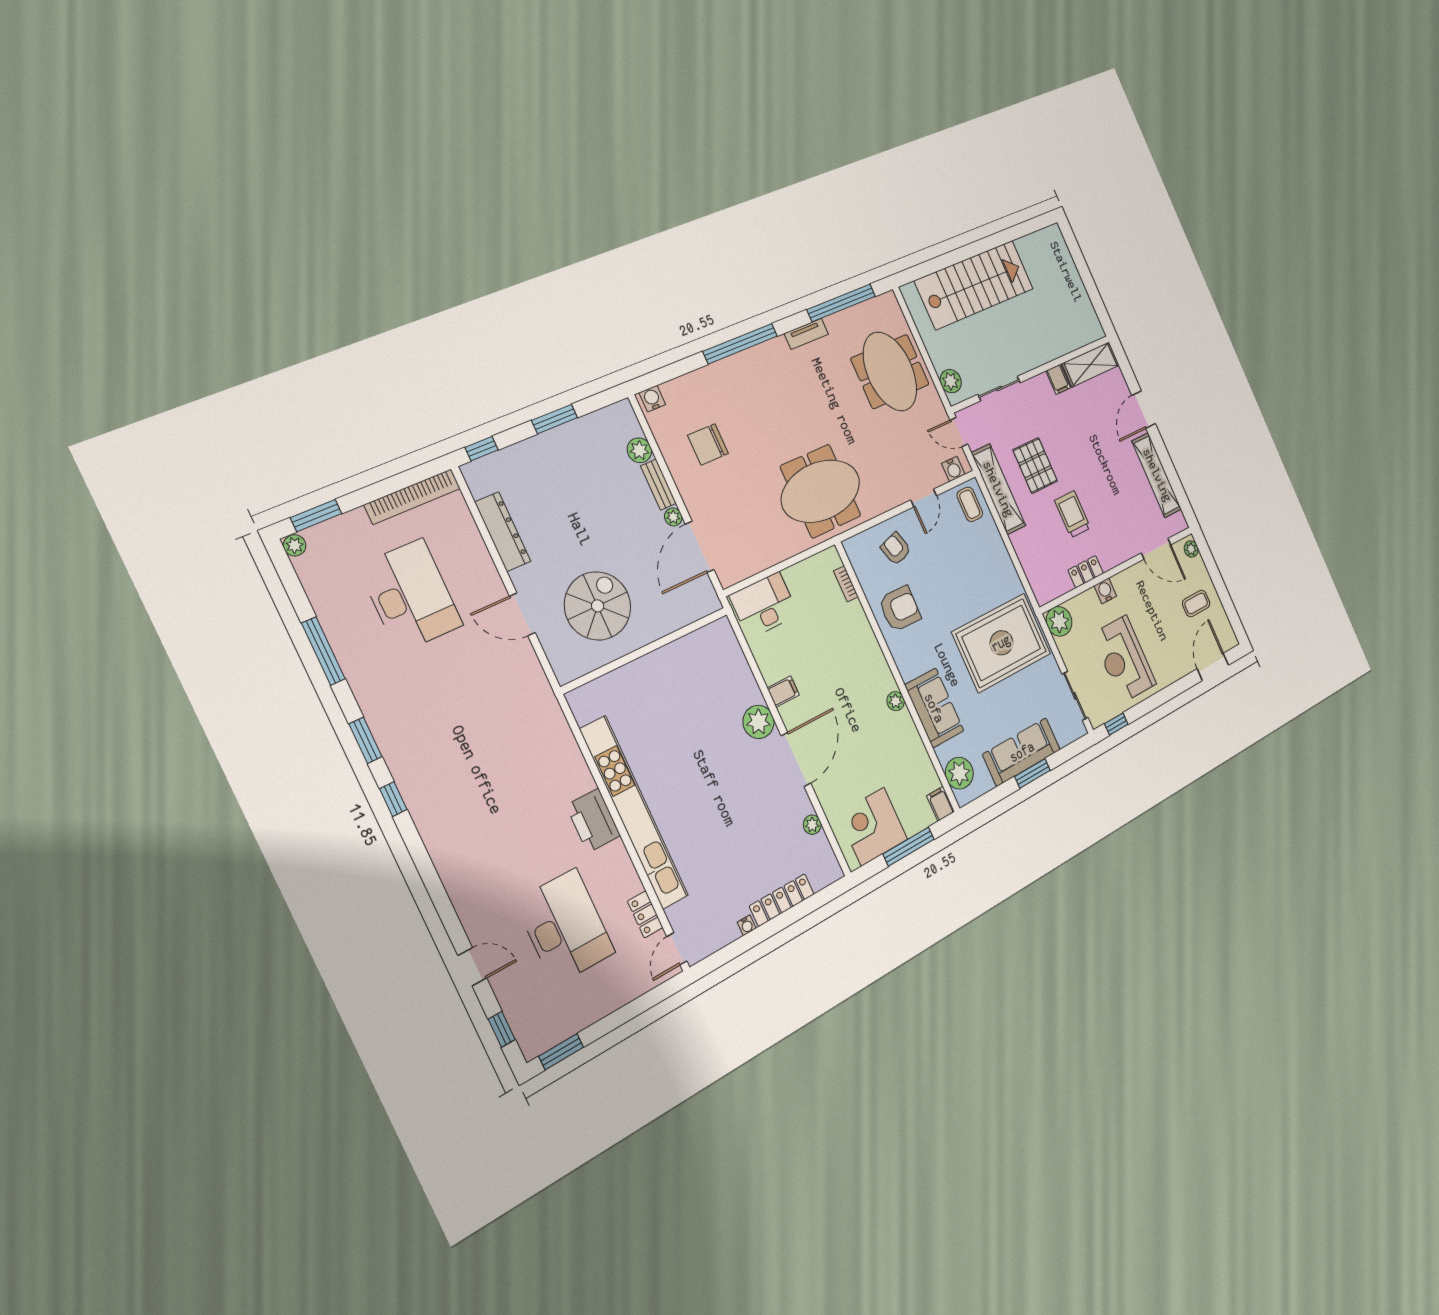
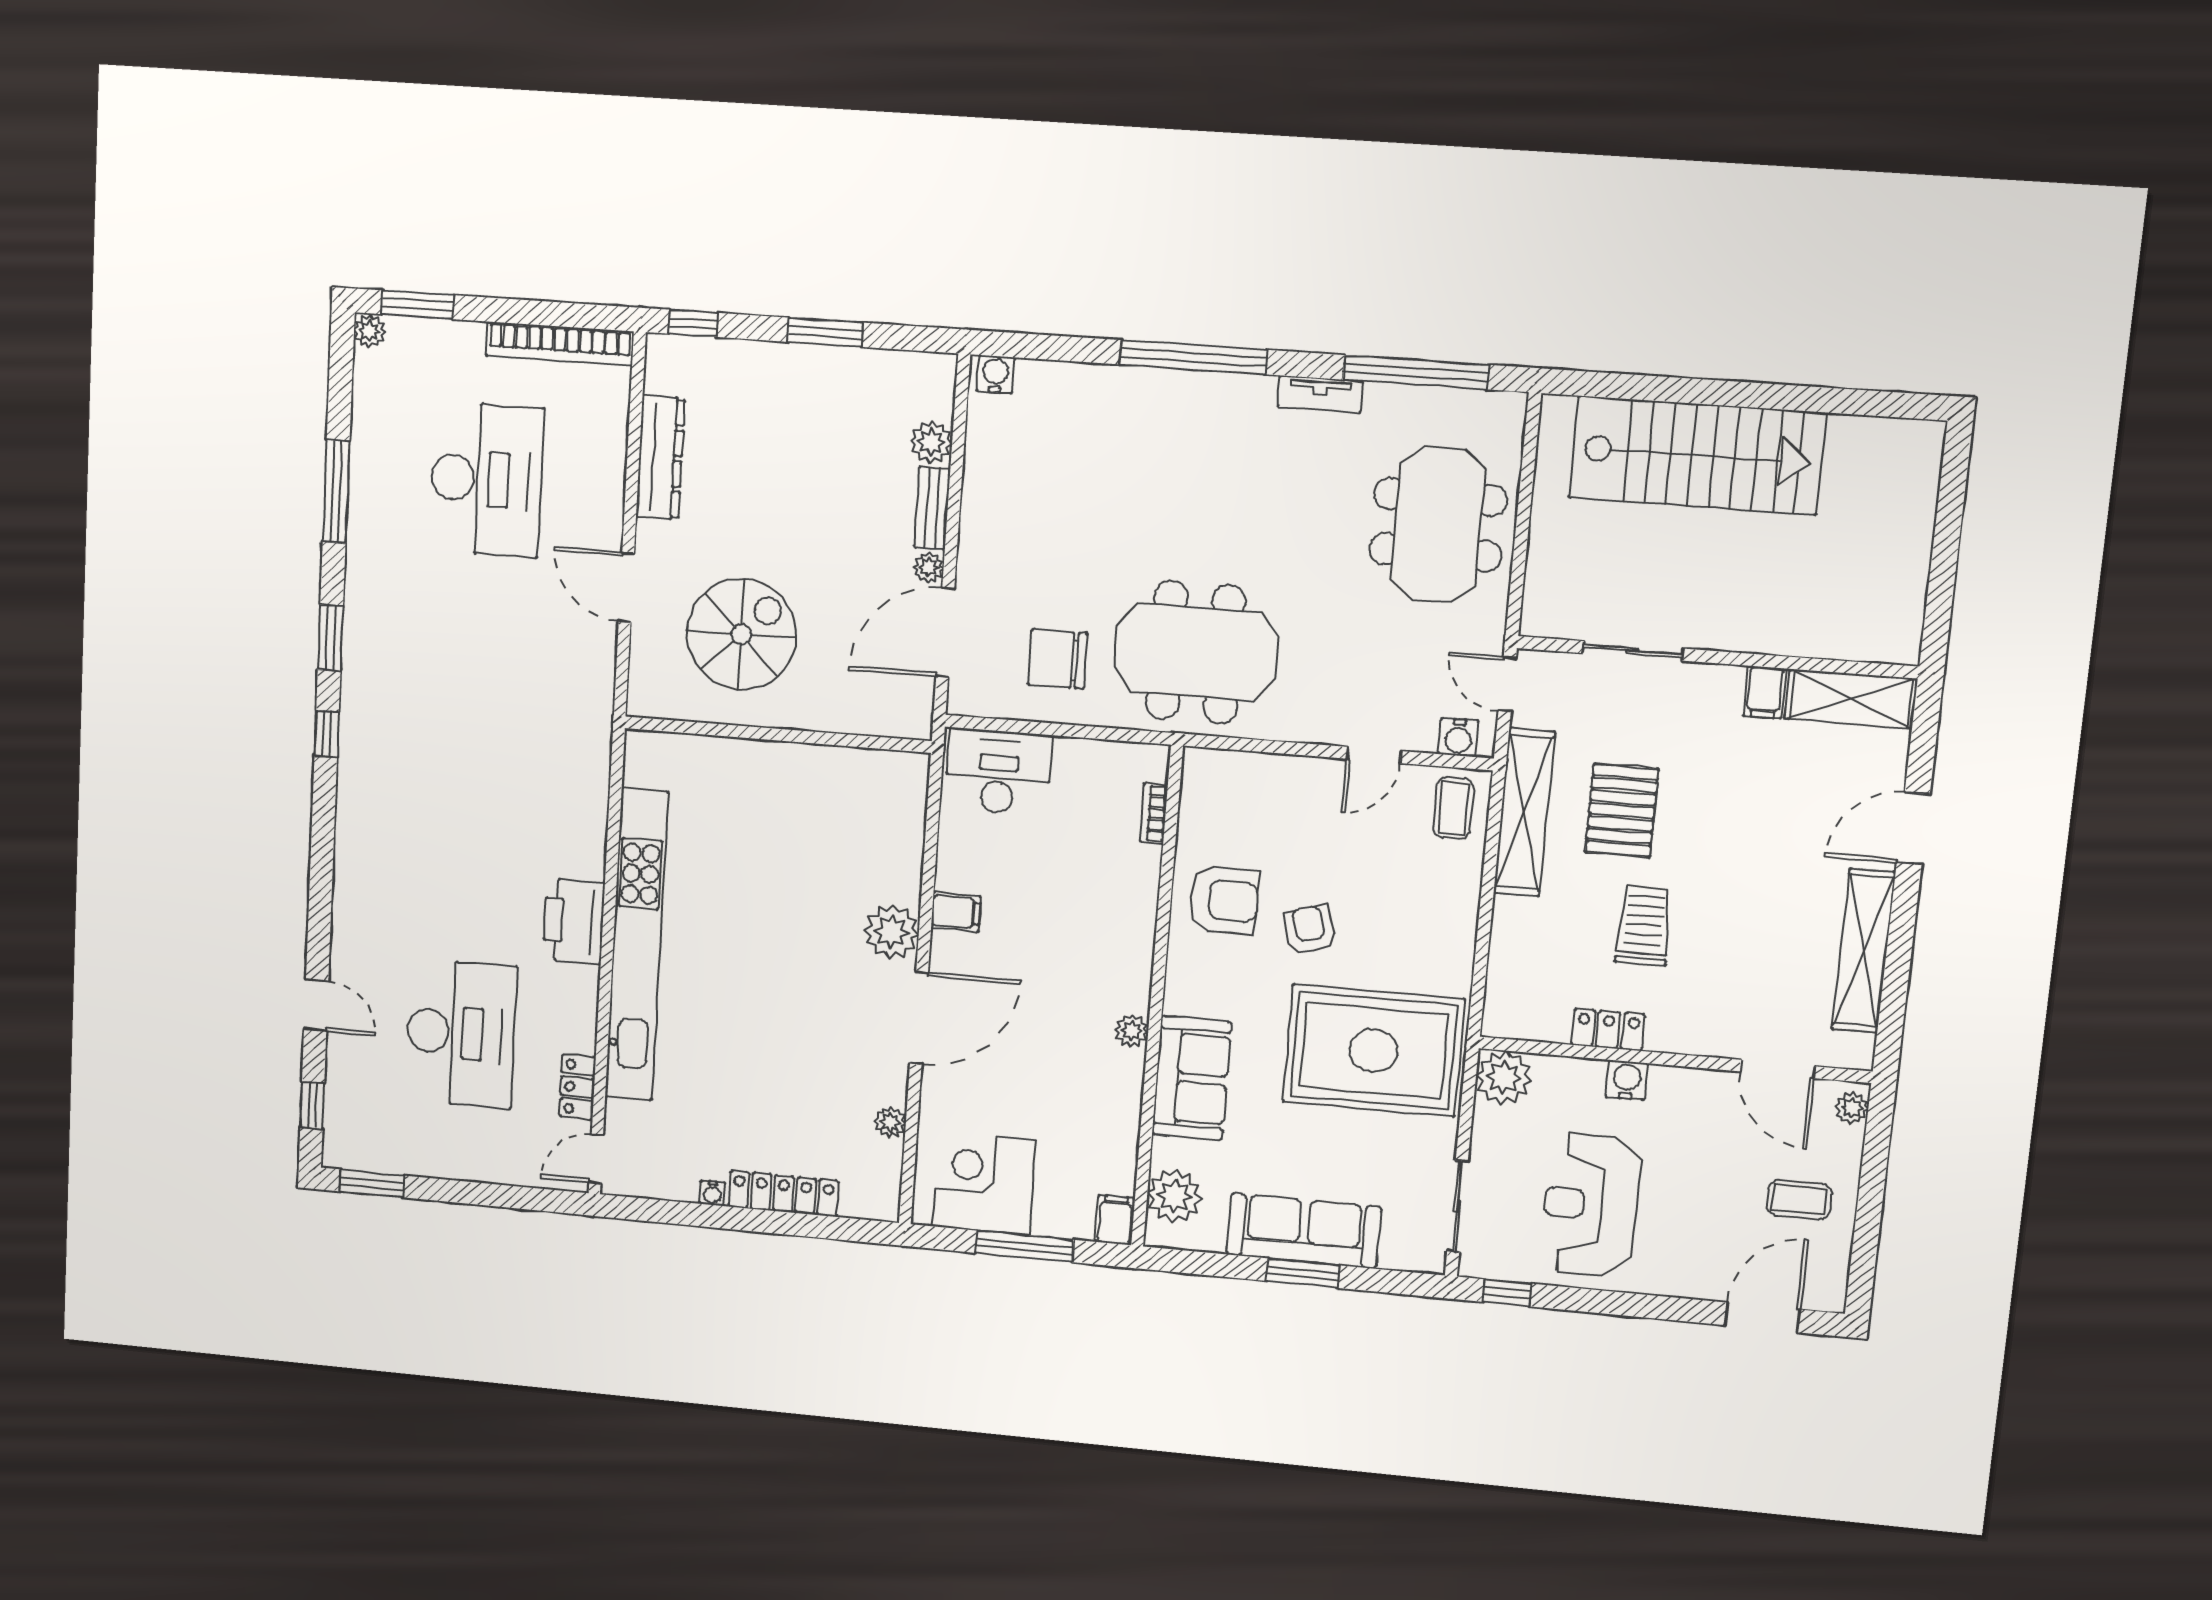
plant: (951, 381) -> (1545, 594), removed
chair: (708, 444) -> (1058, 659), moved
armchair: (896, 549) -> (1310, 930), moved

